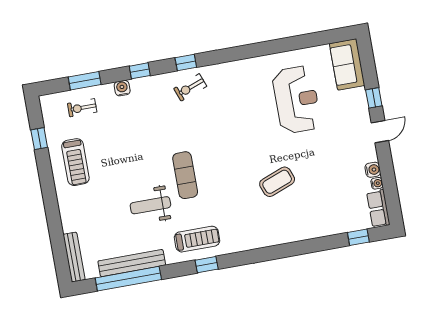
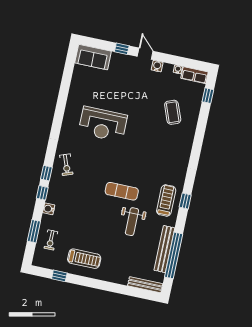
window: (186, 63) -> (46, 173), moved
reception desk: (297, 100) -> (103, 124), moved, turned 180
water cooler: (373, 170) -> (157, 66), moved
coffee table: (277, 182) -> (173, 112), moved

